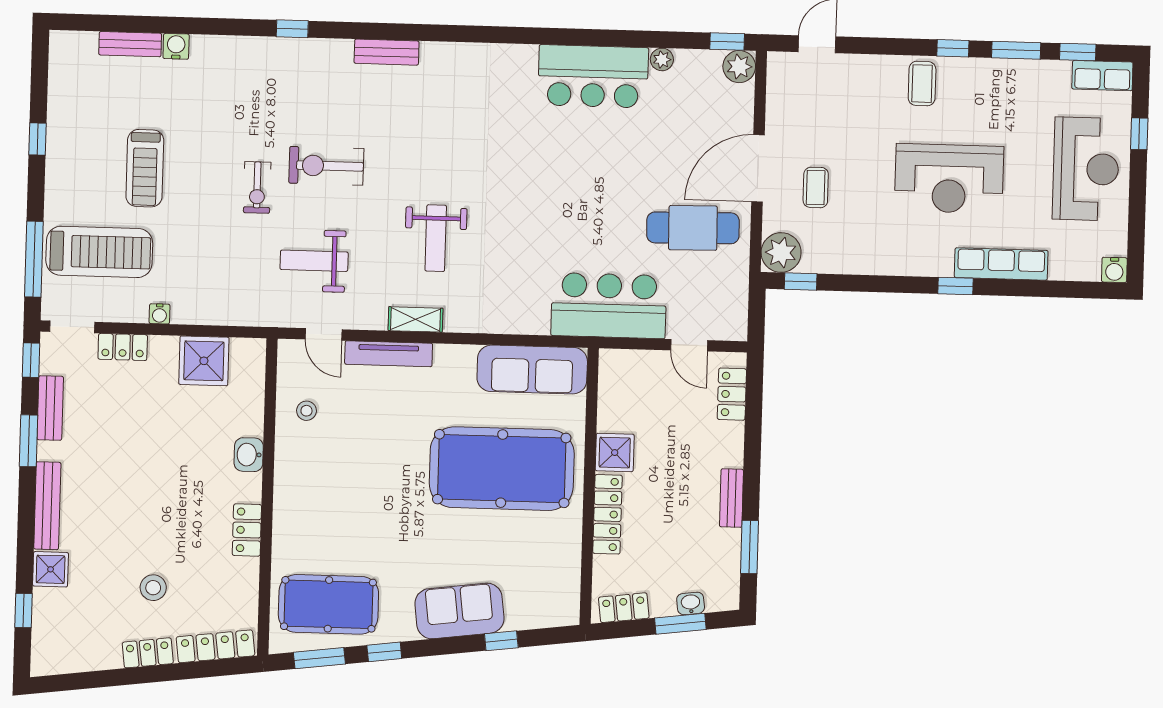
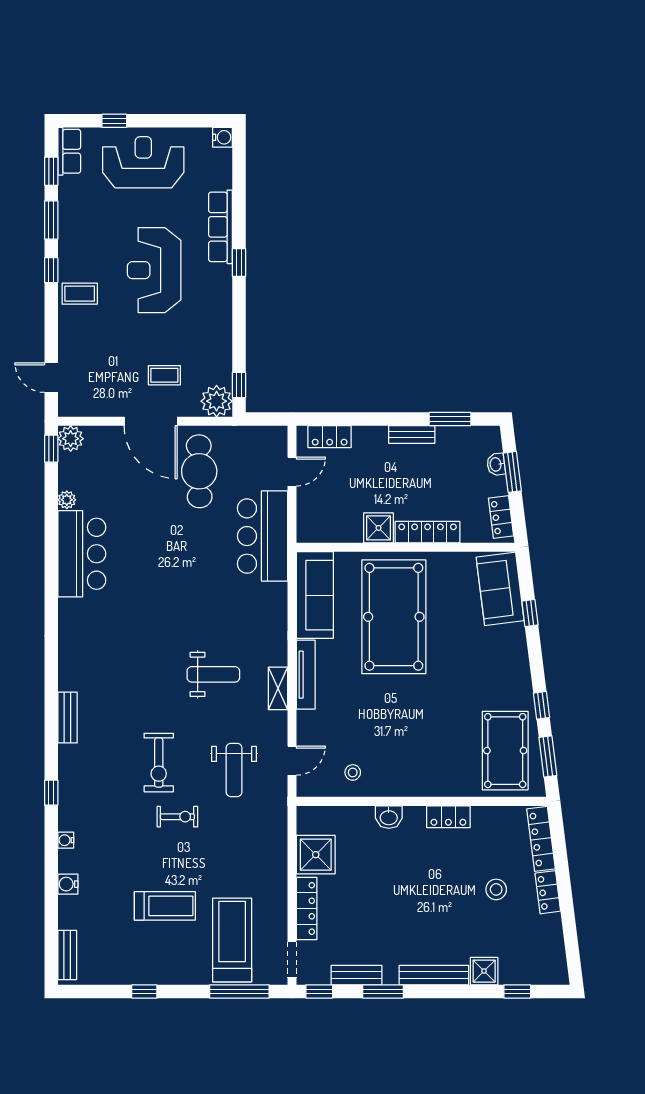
bench: (130, 44) -> (67, 955), moved
reception desk: (949, 179) -> (154, 270), turned 180
water cooler: (160, 314) -> (66, 840), moved, turned 180
locker: (123, 347) -> (307, 908), width x1.53
tv unit: (389, 354) -> (306, 675), moved
sofa: (459, 611) -> (500, 589), moved

